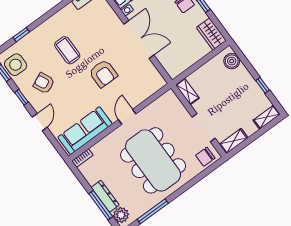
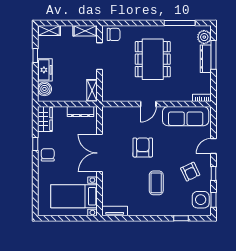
dresser: (184, 65) -> (80, 111), added
freezer: (244, 79) -> (45, 70), added
dining table: (153, 160) -> (153, 59), width x0.73, depth x0.80

